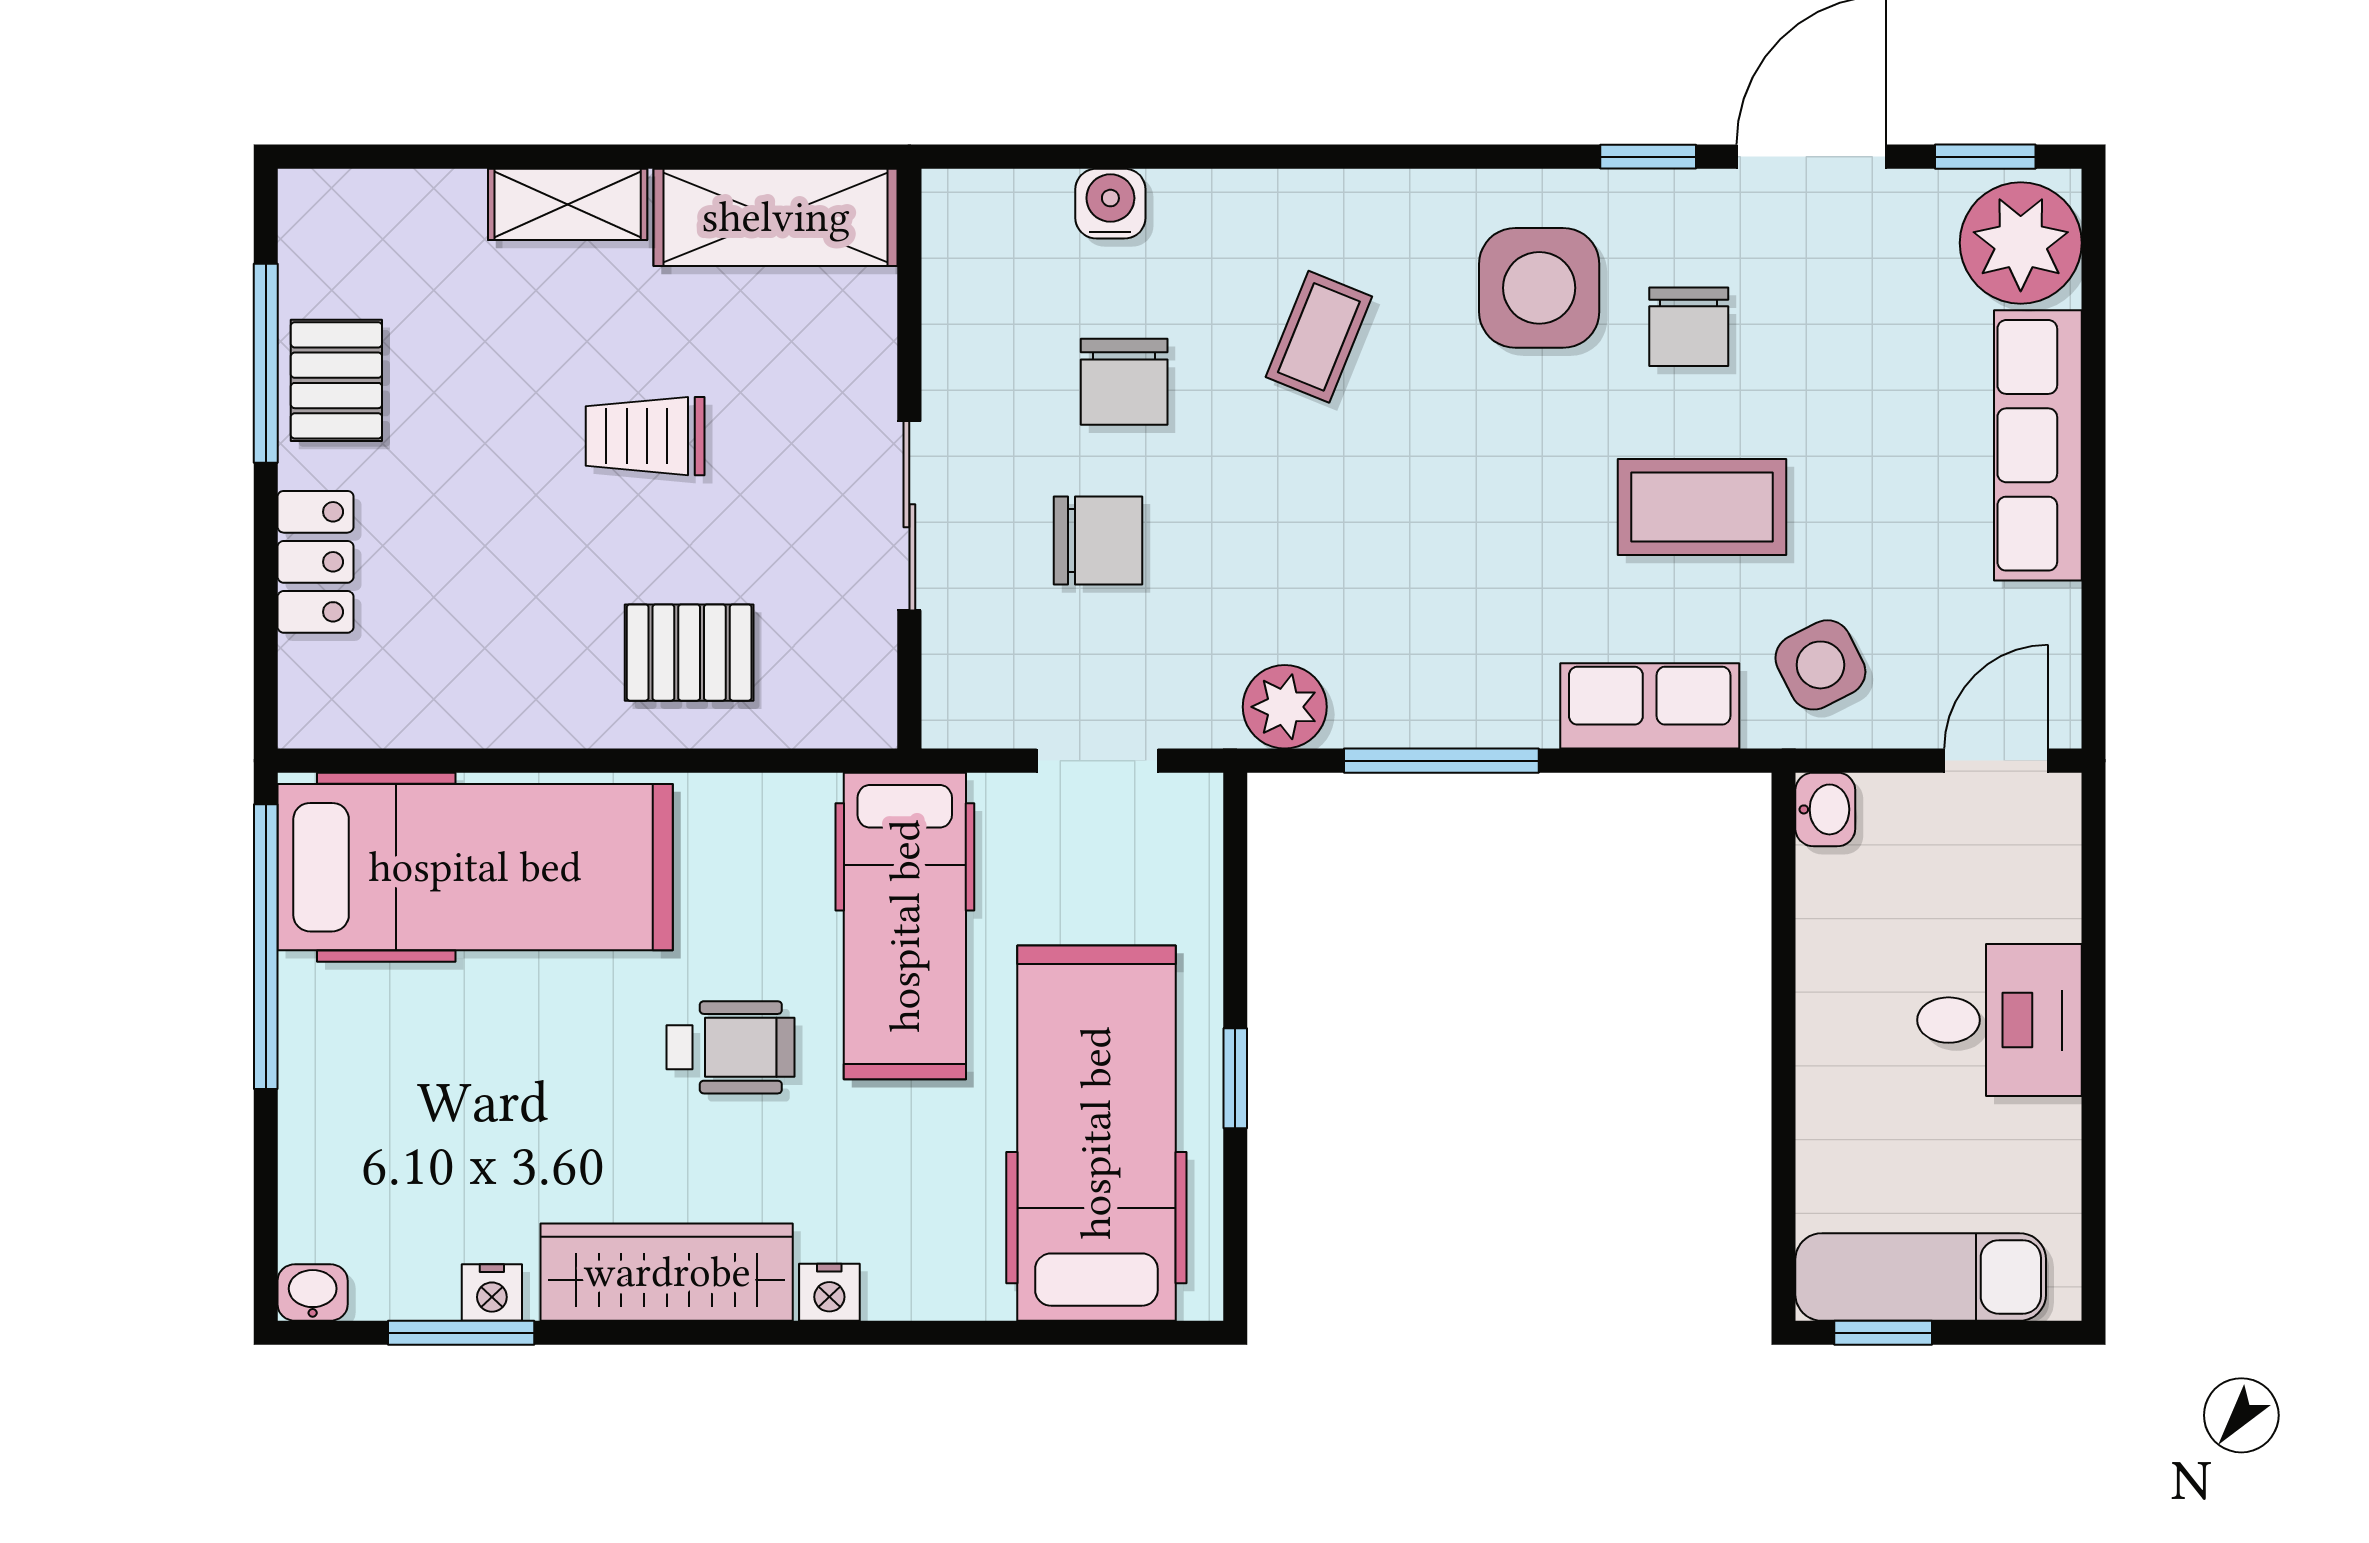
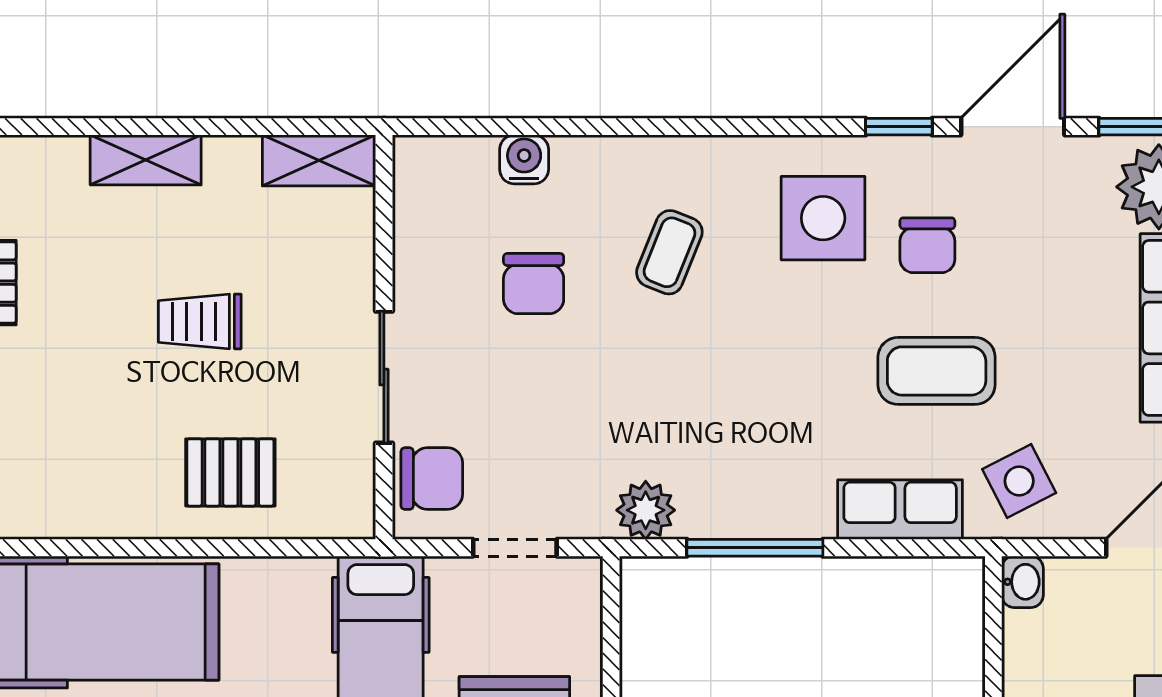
shelving: (776, 217) -> (319, 160), width x0.67, depth x0.75
chair: (1098, 540) -> (432, 479), moved

